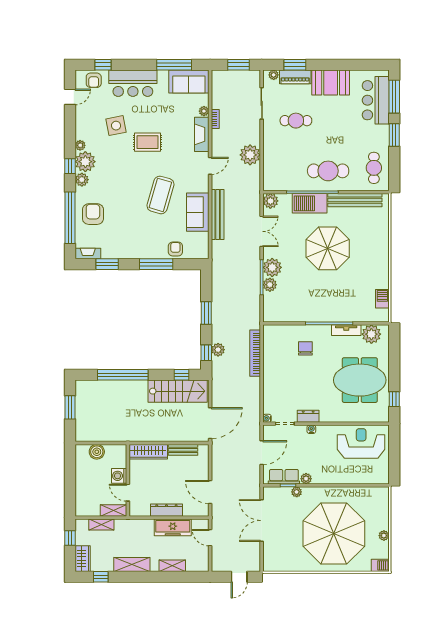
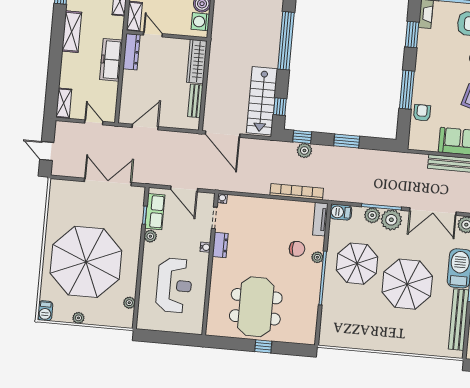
double door: (262, 231) -> (433, 212), width x1.37
armchair: (175, 249) -> (422, 113), turned -90
parasol: (314, 294) -> (357, 264), added
barbecue: (382, 299) -> (341, 212), moved, turned 180
tv unit: (346, 330) -> (320, 219), moved
plant: (371, 334) -> (317, 257), moved, width x0.53, depth x0.53
window: (394, 399) -> (263, 346), moved
reception desk: (361, 443) -> (174, 285), moved
washing machine: (119, 476) -> (200, 22), moved, turned -90
plant: (297, 492) -> (129, 303), moved
door: (128, 493) -> (153, 34), hinge flipped
dresser: (166, 510) -> (131, 52), moved
freezer: (173, 527) -> (111, 60), moved
door: (210, 538) -> (94, 122), hinge flipped
shelving: (172, 566) -> (64, 103), moved

